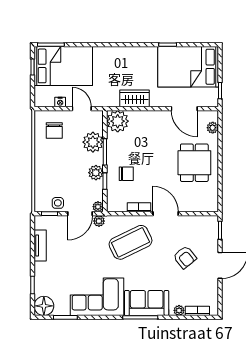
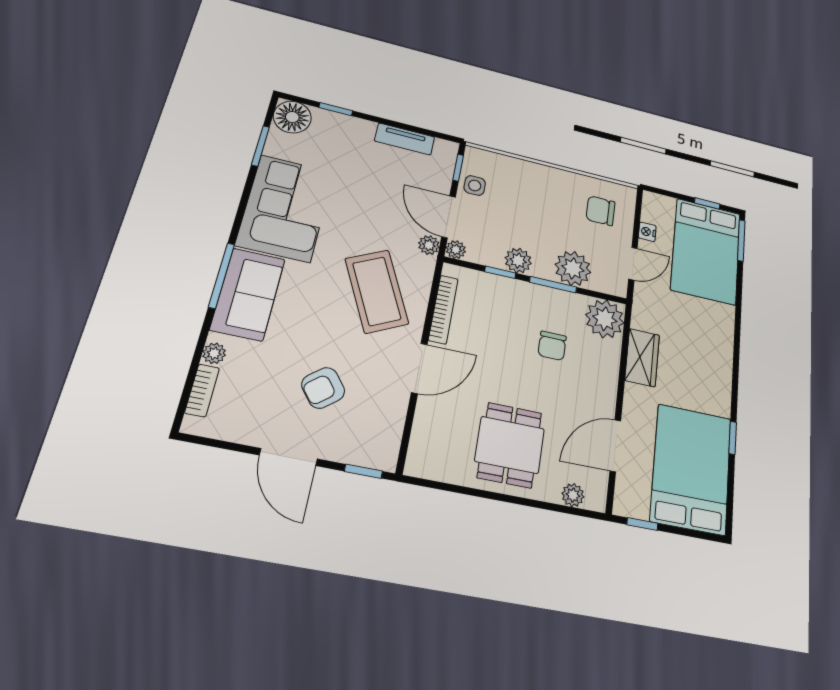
dining table: (194, 163) -> (510, 445), turned 90
chair: (126, 174) -> (552, 346), moved
bookcase: (139, 207) -> (443, 309), width x1.56

